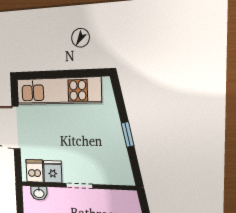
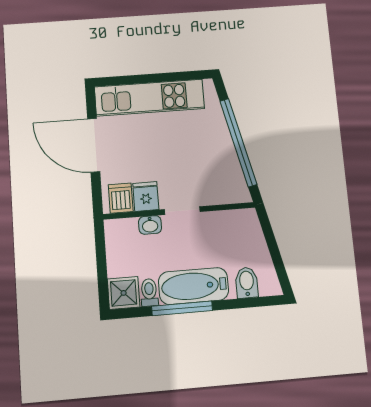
window: (128, 134) -> (238, 142), width x3.17
washbasin: (39, 193) -> (150, 225), moved

